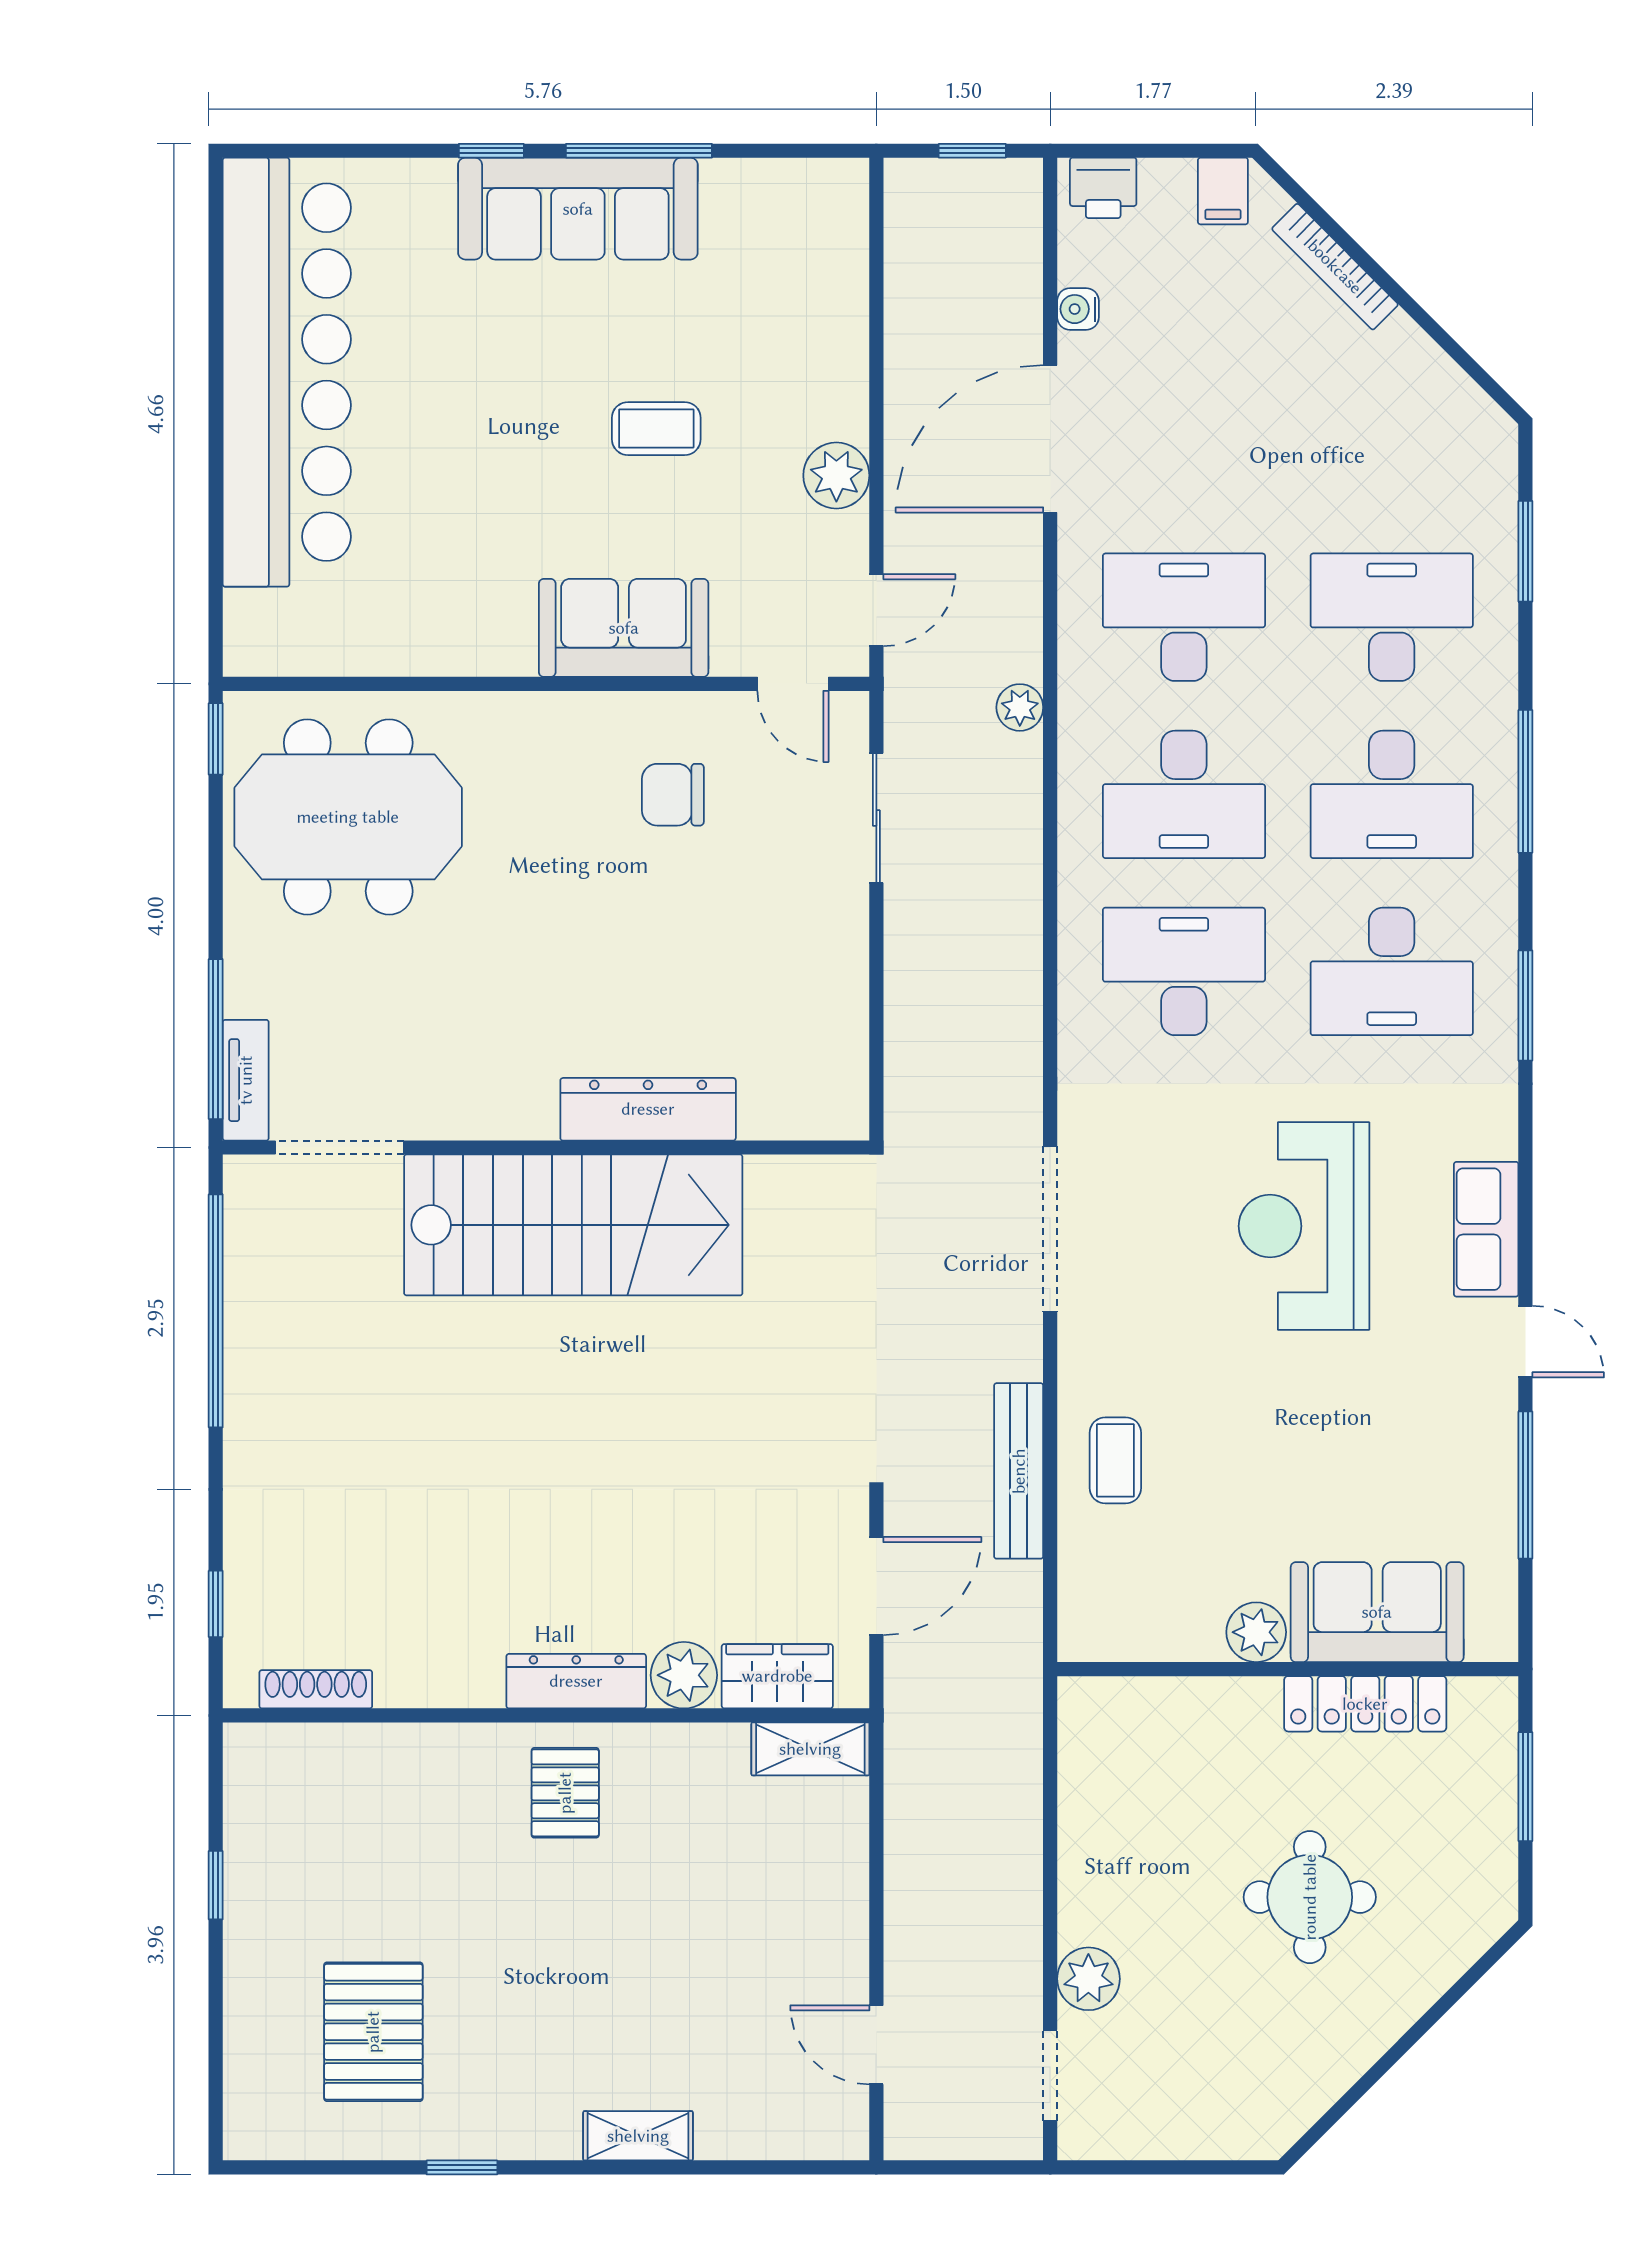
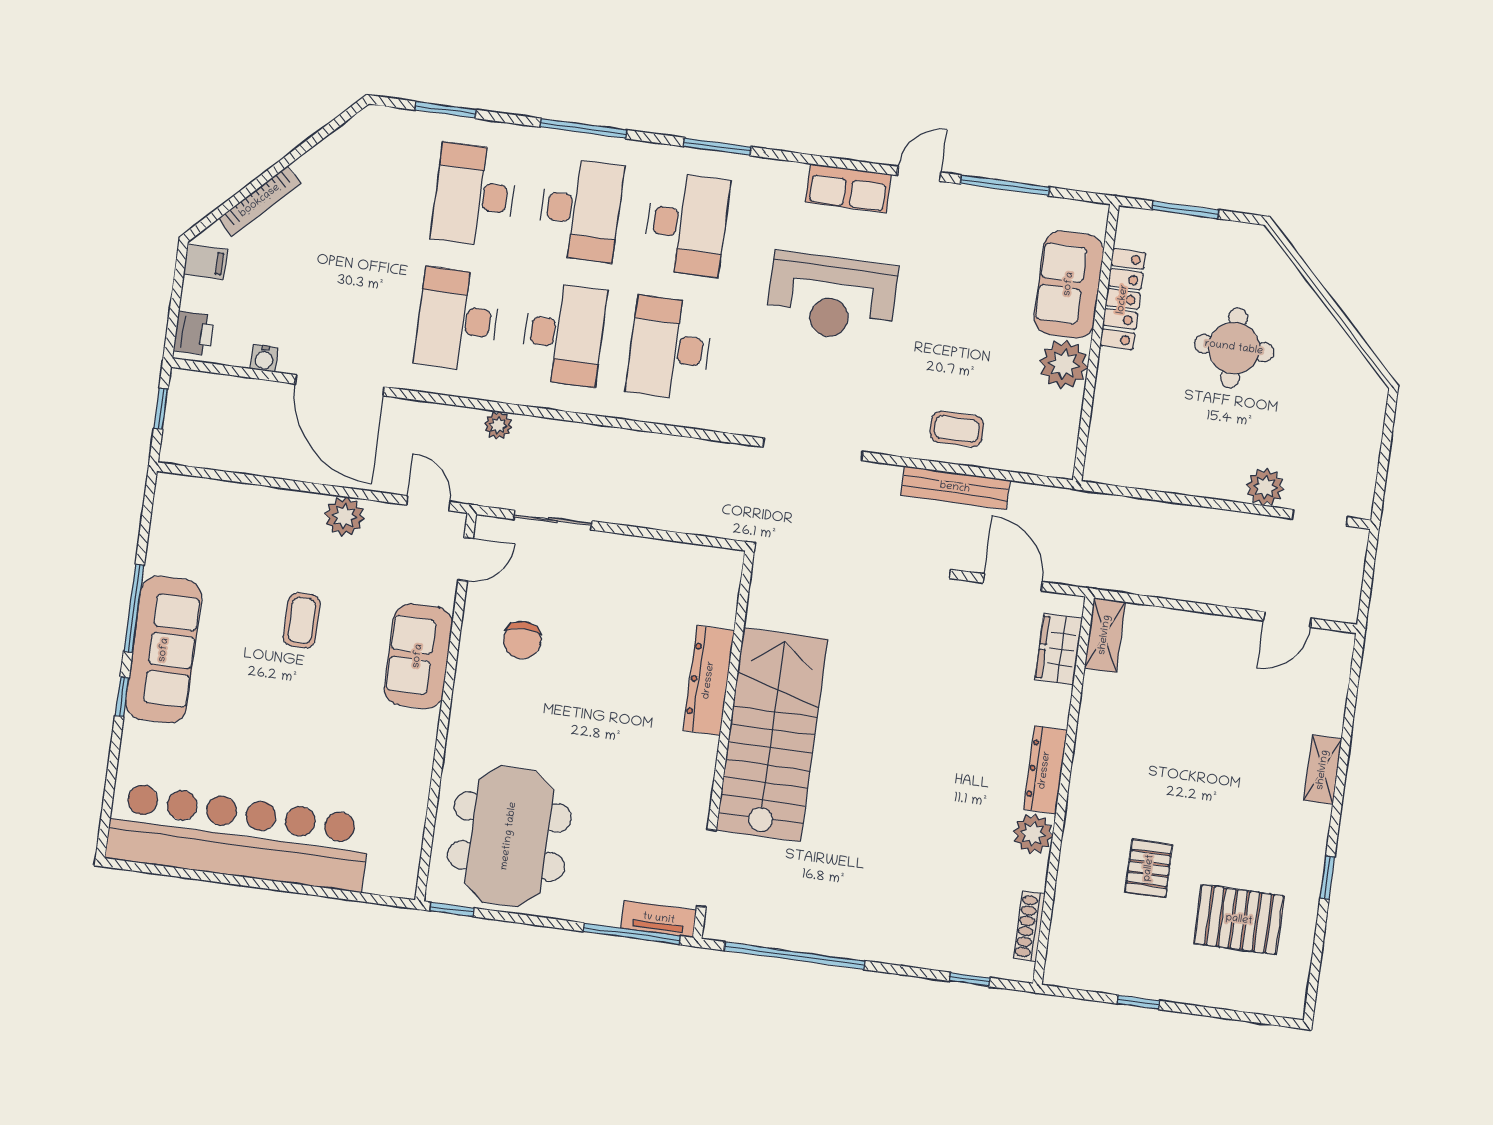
plant: (1256, 1632) -> (1064, 364), width x1.36, depth x1.36
plant: (684, 1675) -> (1033, 834), moved
pallet: (565, 1793) -> (1149, 868), moved, turned 90

